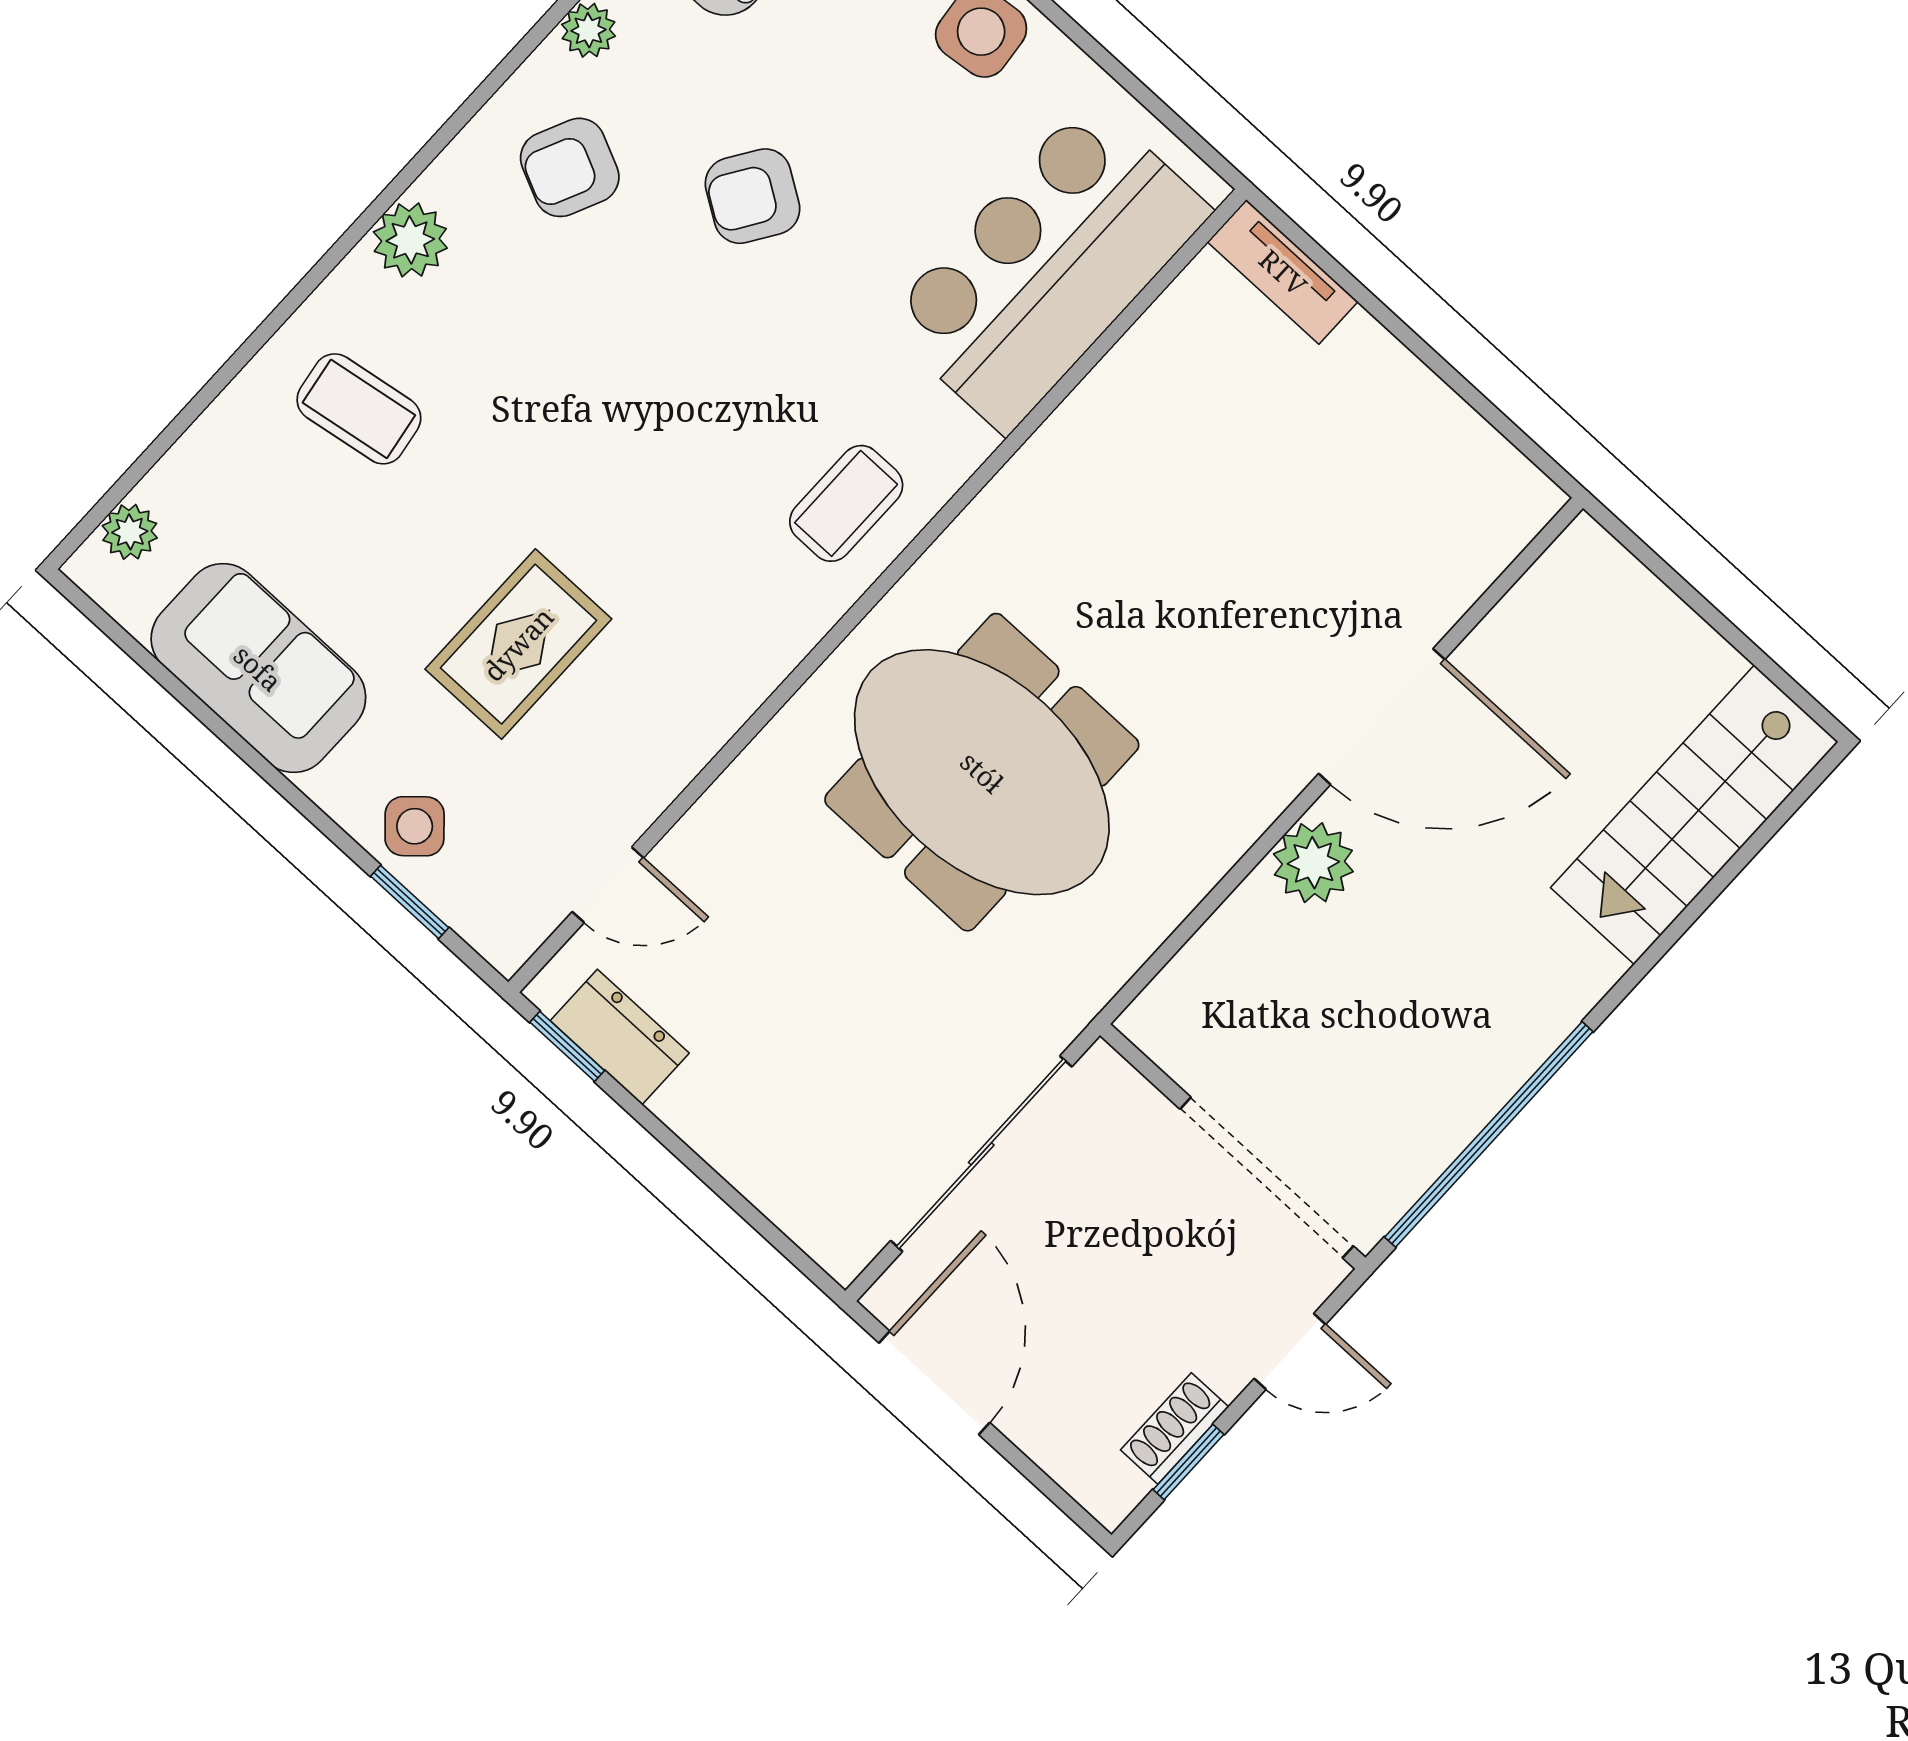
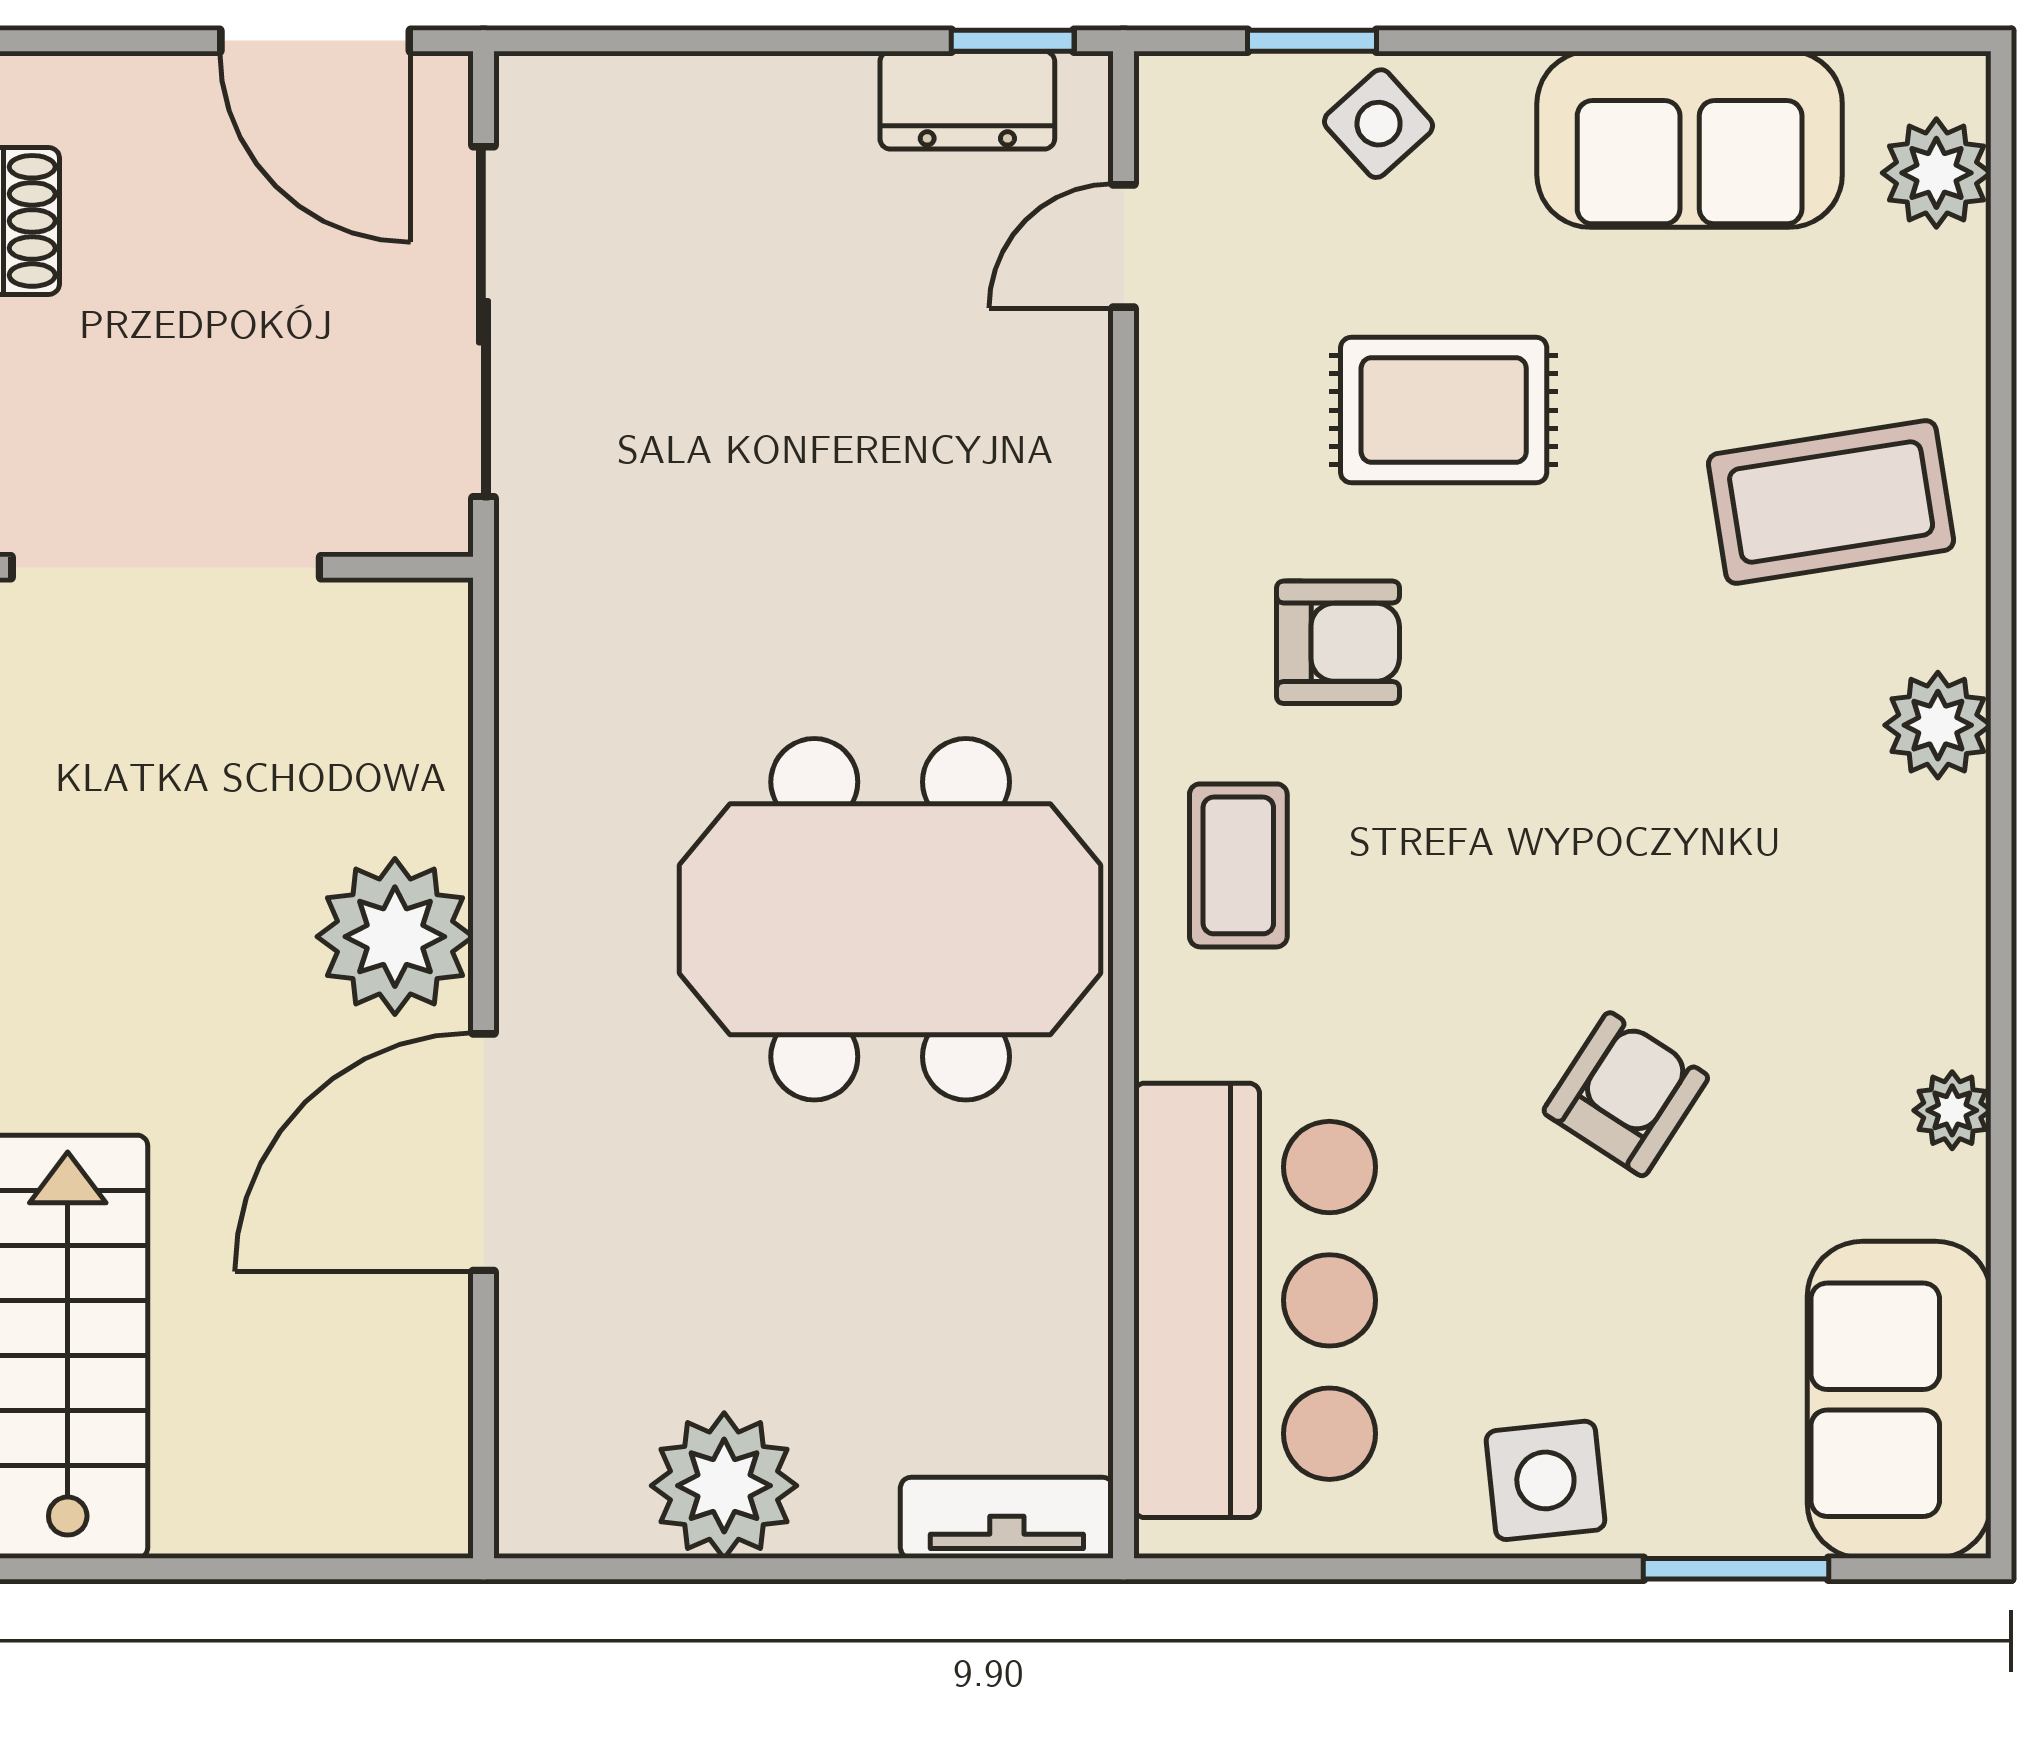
armchair: (570, 167) -> (1338, 642), moved, turned 65
coffee table: (359, 409) -> (1831, 502), width x1.36, depth x1.30
plant: (1416, 425) -> (724, 1486), added
plant: (130, 532) -> (1936, 173), width x1.38, depth x1.38
rug: (518, 644) -> (1444, 410), turned 90
meeting table: (982, 772) -> (890, 919), moved
plant: (1313, 863) -> (395, 937), width x1.36, depth x1.36

